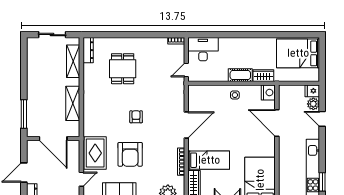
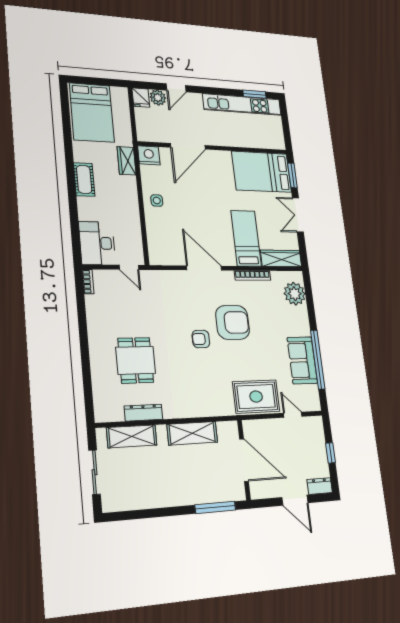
dresser: (88, 50) -> (143, 413), moved
dining table: (123, 69) -> (136, 360), turned 90
cot: (240, 75) -> (84, 179), moved
door: (53, 138) -> (244, 460), hinge flipped
armchair: (130, 154) -> (233, 322), moved

